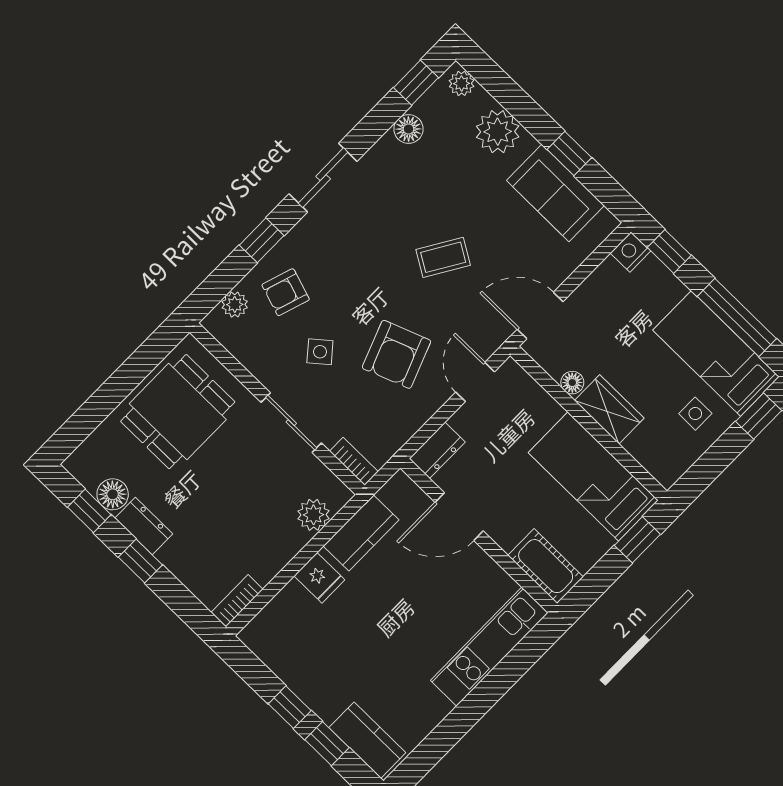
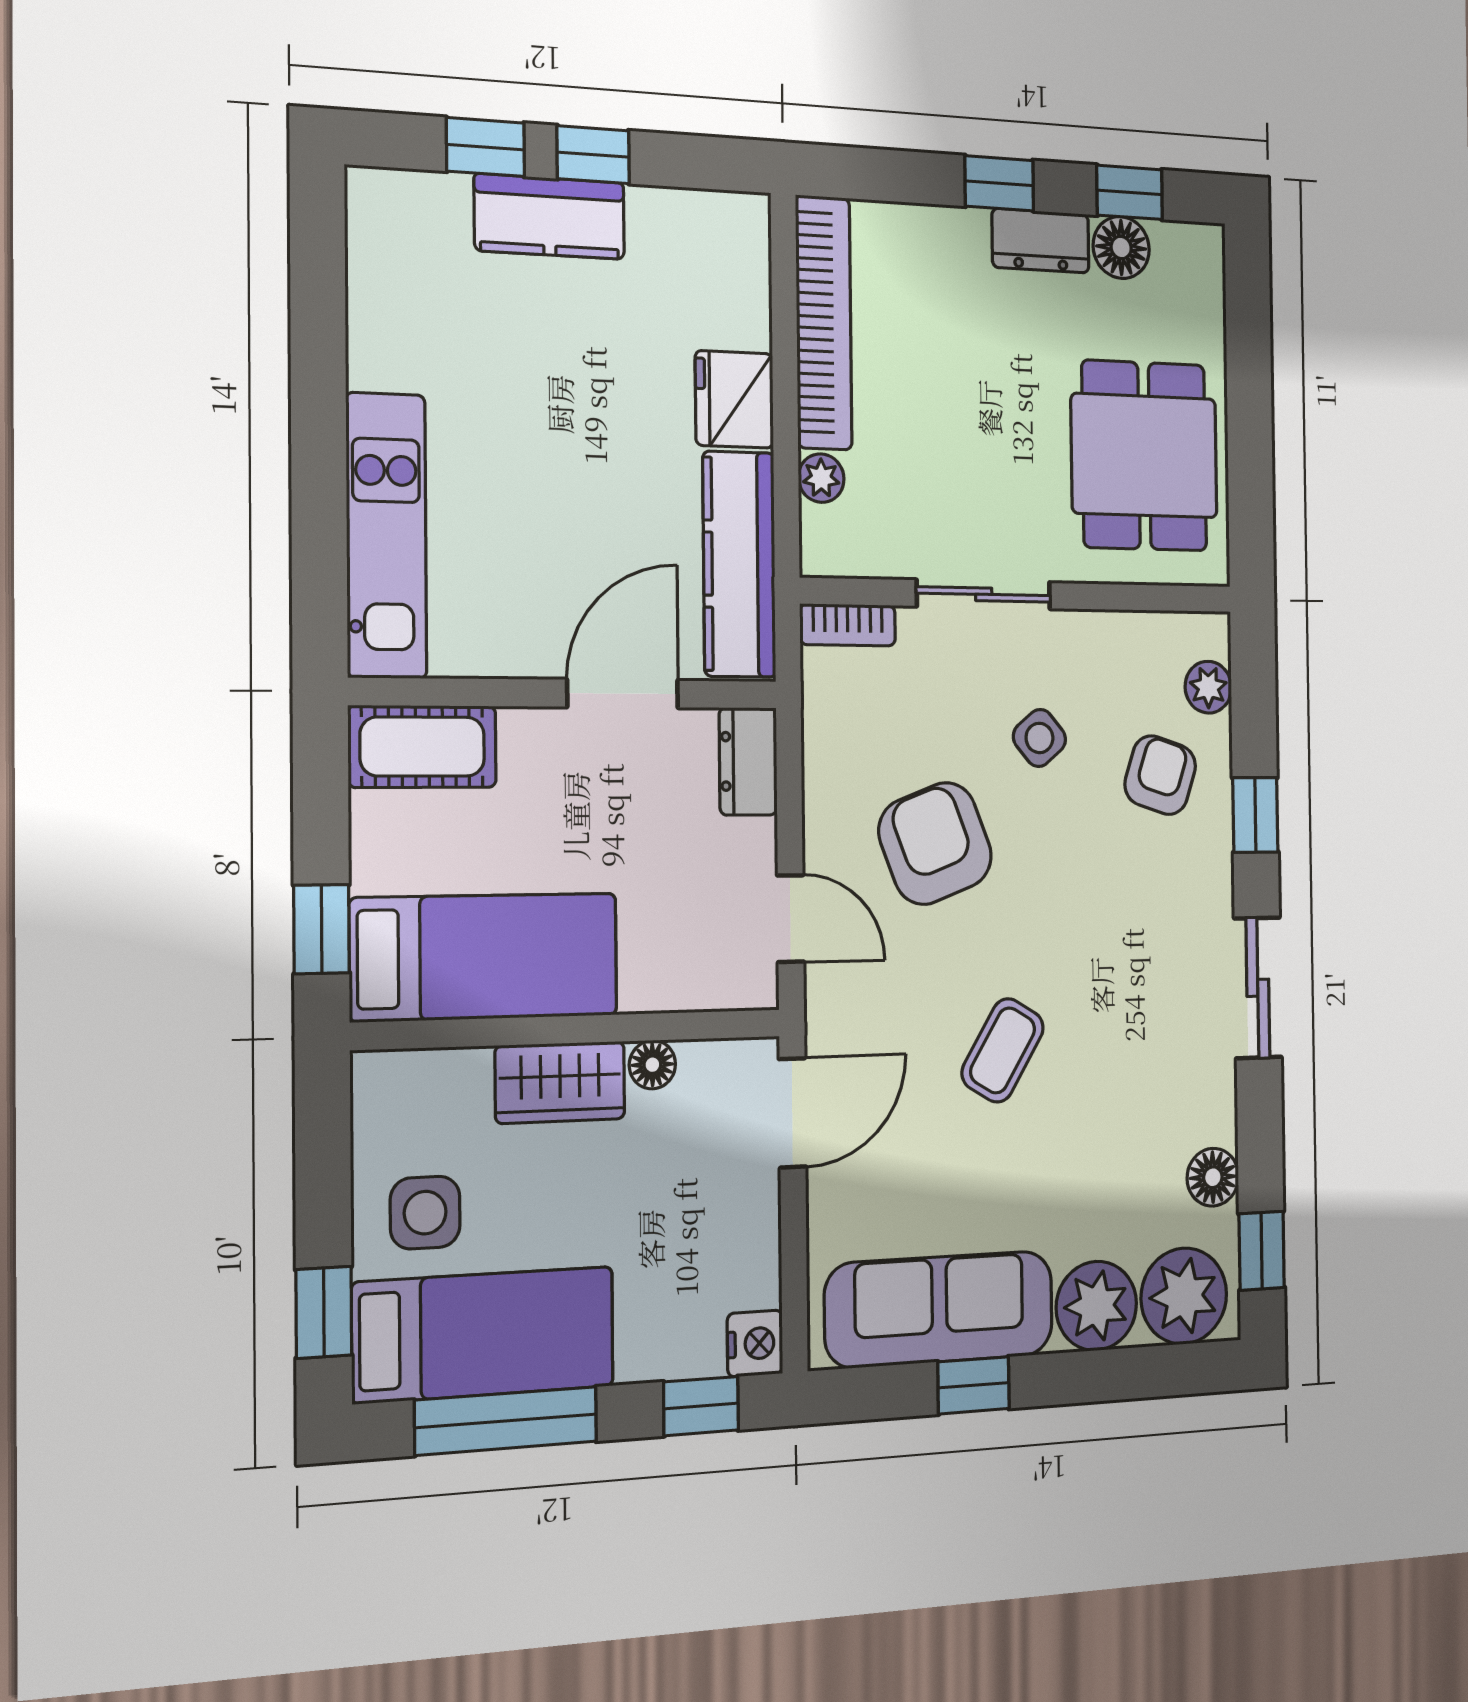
plant: (462, 83) -> (1184, 1296), width x1.87, depth x1.87
sofa: (555, 193) -> (939, 1309), width x1.36
side table: (695, 414) -> (425, 1213), width x1.37, depth x1.37
plant: (313, 515) -> (821, 478), width x0.73, depth x0.73
kitchen counter: (361, 533) -> (739, 564), width x1.50
fridge: (319, 578) -> (734, 399), width x1.38
bookcase: (237, 601) -> (824, 323), width x2.31, depth x1.31
kitchen counter: (367, 740) -> (550, 217), moved

